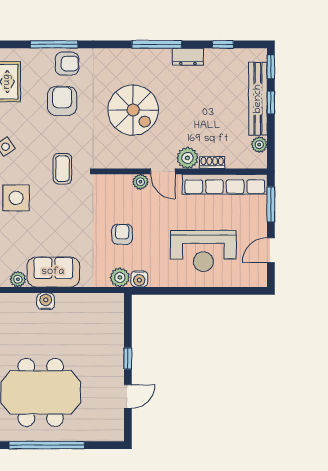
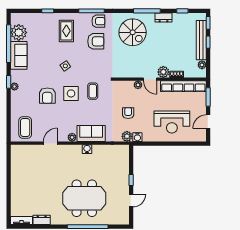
armchair: (62, 101) -> (96, 41), turned 90
spiral stairs: (133, 110) -> (133, 32), moved
coffee table: (62, 169) -> (93, 91), moved

